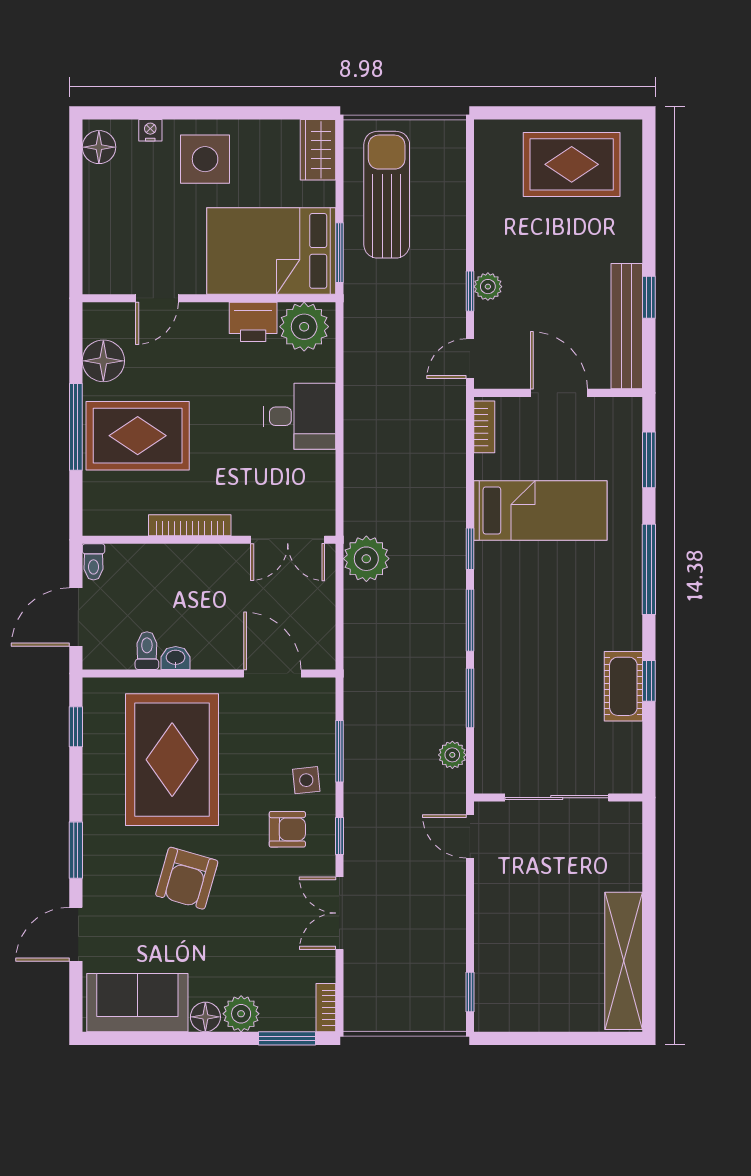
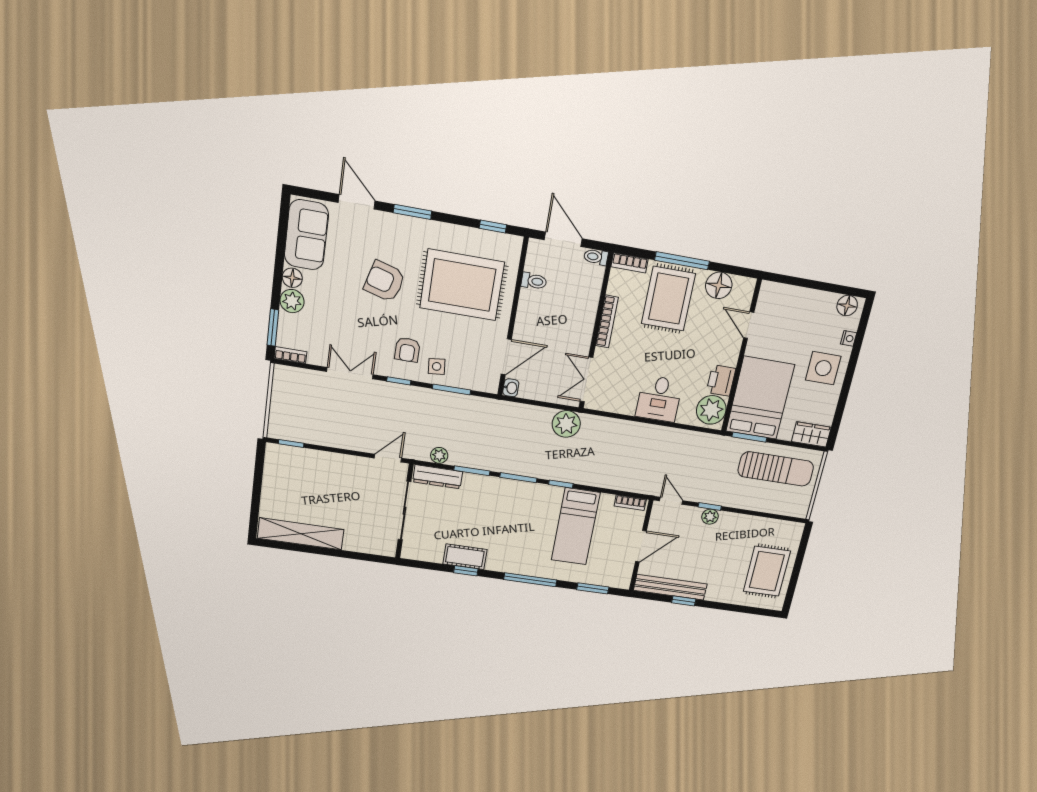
bookcase: (93, 508) -> (630, 263), added
washbasin: (176, 658) -> (511, 388), moved
dresser: (489, 752) -> (438, 477), added

